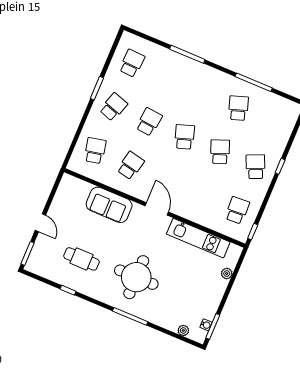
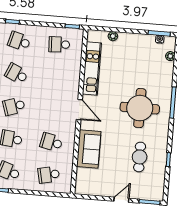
school desk: (220, 152) -> (17, 74), turned 45
school desk: (256, 167) -> (19, 41), turned 39
door: (157, 209) -> (79, 110), swing flipped

